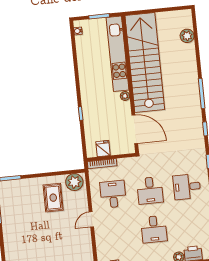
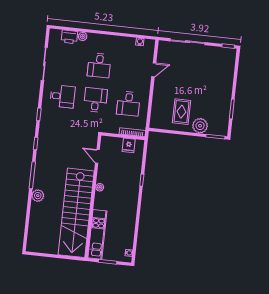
plant: (187, 36) -> (38, 196), moved
kitchen unit: (118, 54) -> (97, 234), width x0.73
door: (135, 129) -> (97, 156), width x0.53
plant: (74, 182) -> (200, 126), moved
door: (91, 219) -> (154, 70), moved
desk: (154, 229) -> (99, 65), turned 180

